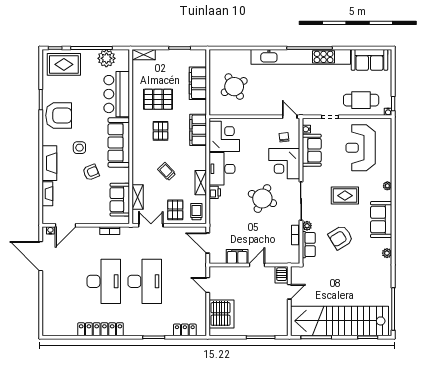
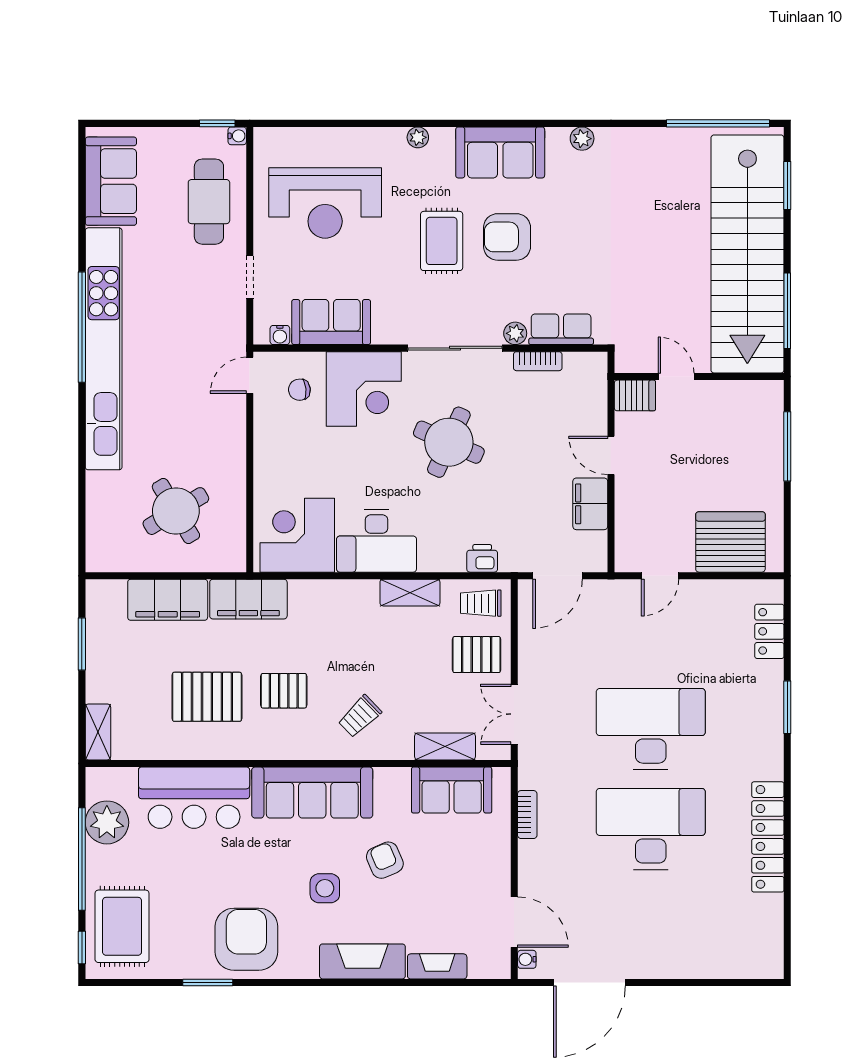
pallet: (158, 99) -> (207, 697), turned 90
filing cabinet: (198, 130) -> (248, 599), moved
trolley: (167, 172) -> (360, 716), moved
printer: (215, 192) -> (482, 558), moved
armchair: (341, 237) -> (507, 237), moved, turned 121

